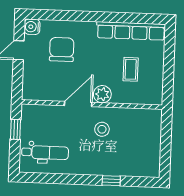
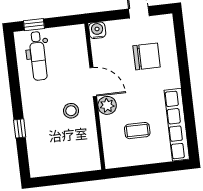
water cooler: (32, 27) -> (97, 30), moved
window: (16, 129) -> (34, 25), moved

